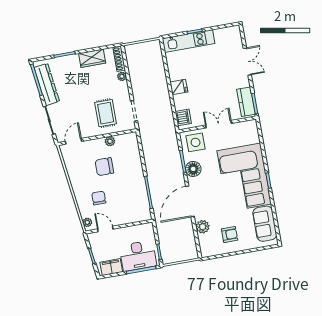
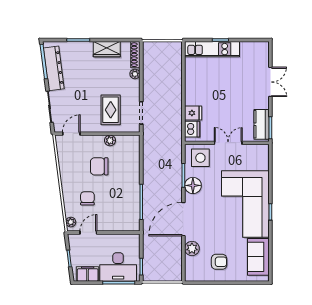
fridge: (179, 87) -> (193, 113), moved
door: (105, 229) -> (88, 233), hinge flipped

